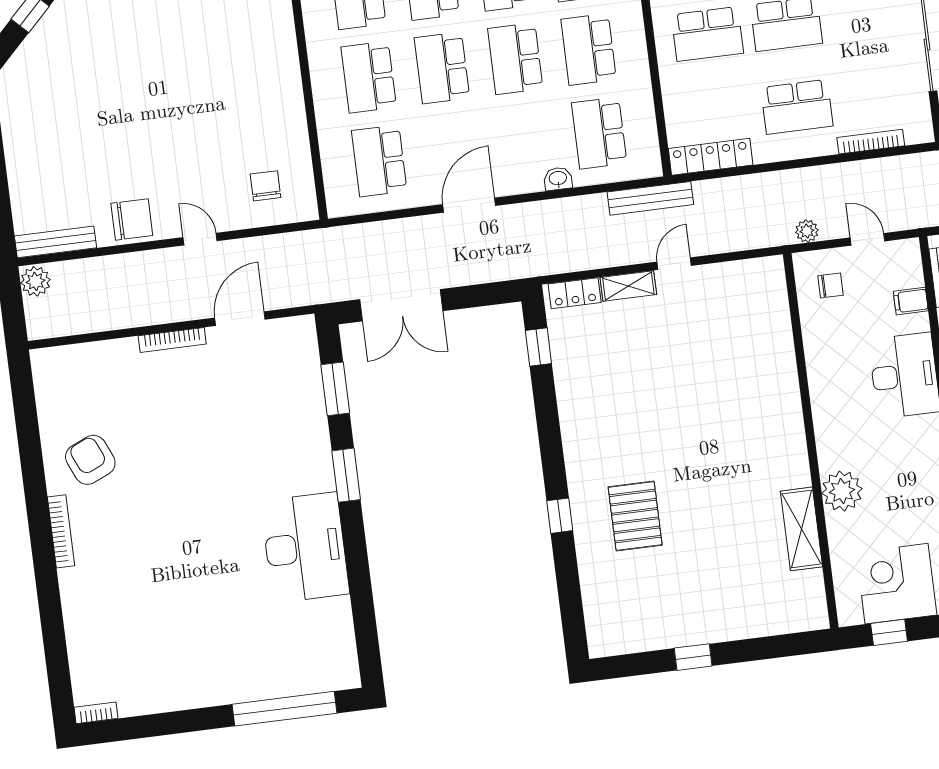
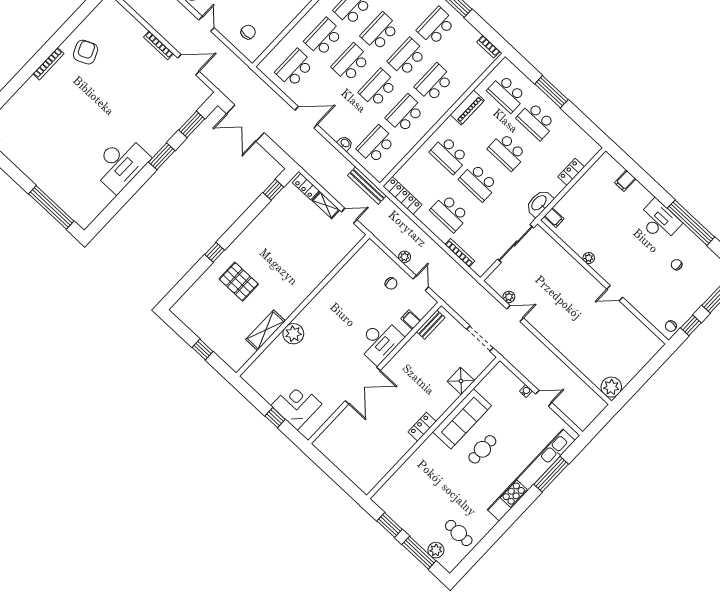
wall: (811, 441) -> (303, 305), moved
plant: (842, 491) -> (293, 334), moved
pallet: (635, 516) -> (239, 282), turned 90
shelving: (802, 529) -> (266, 330), moved

